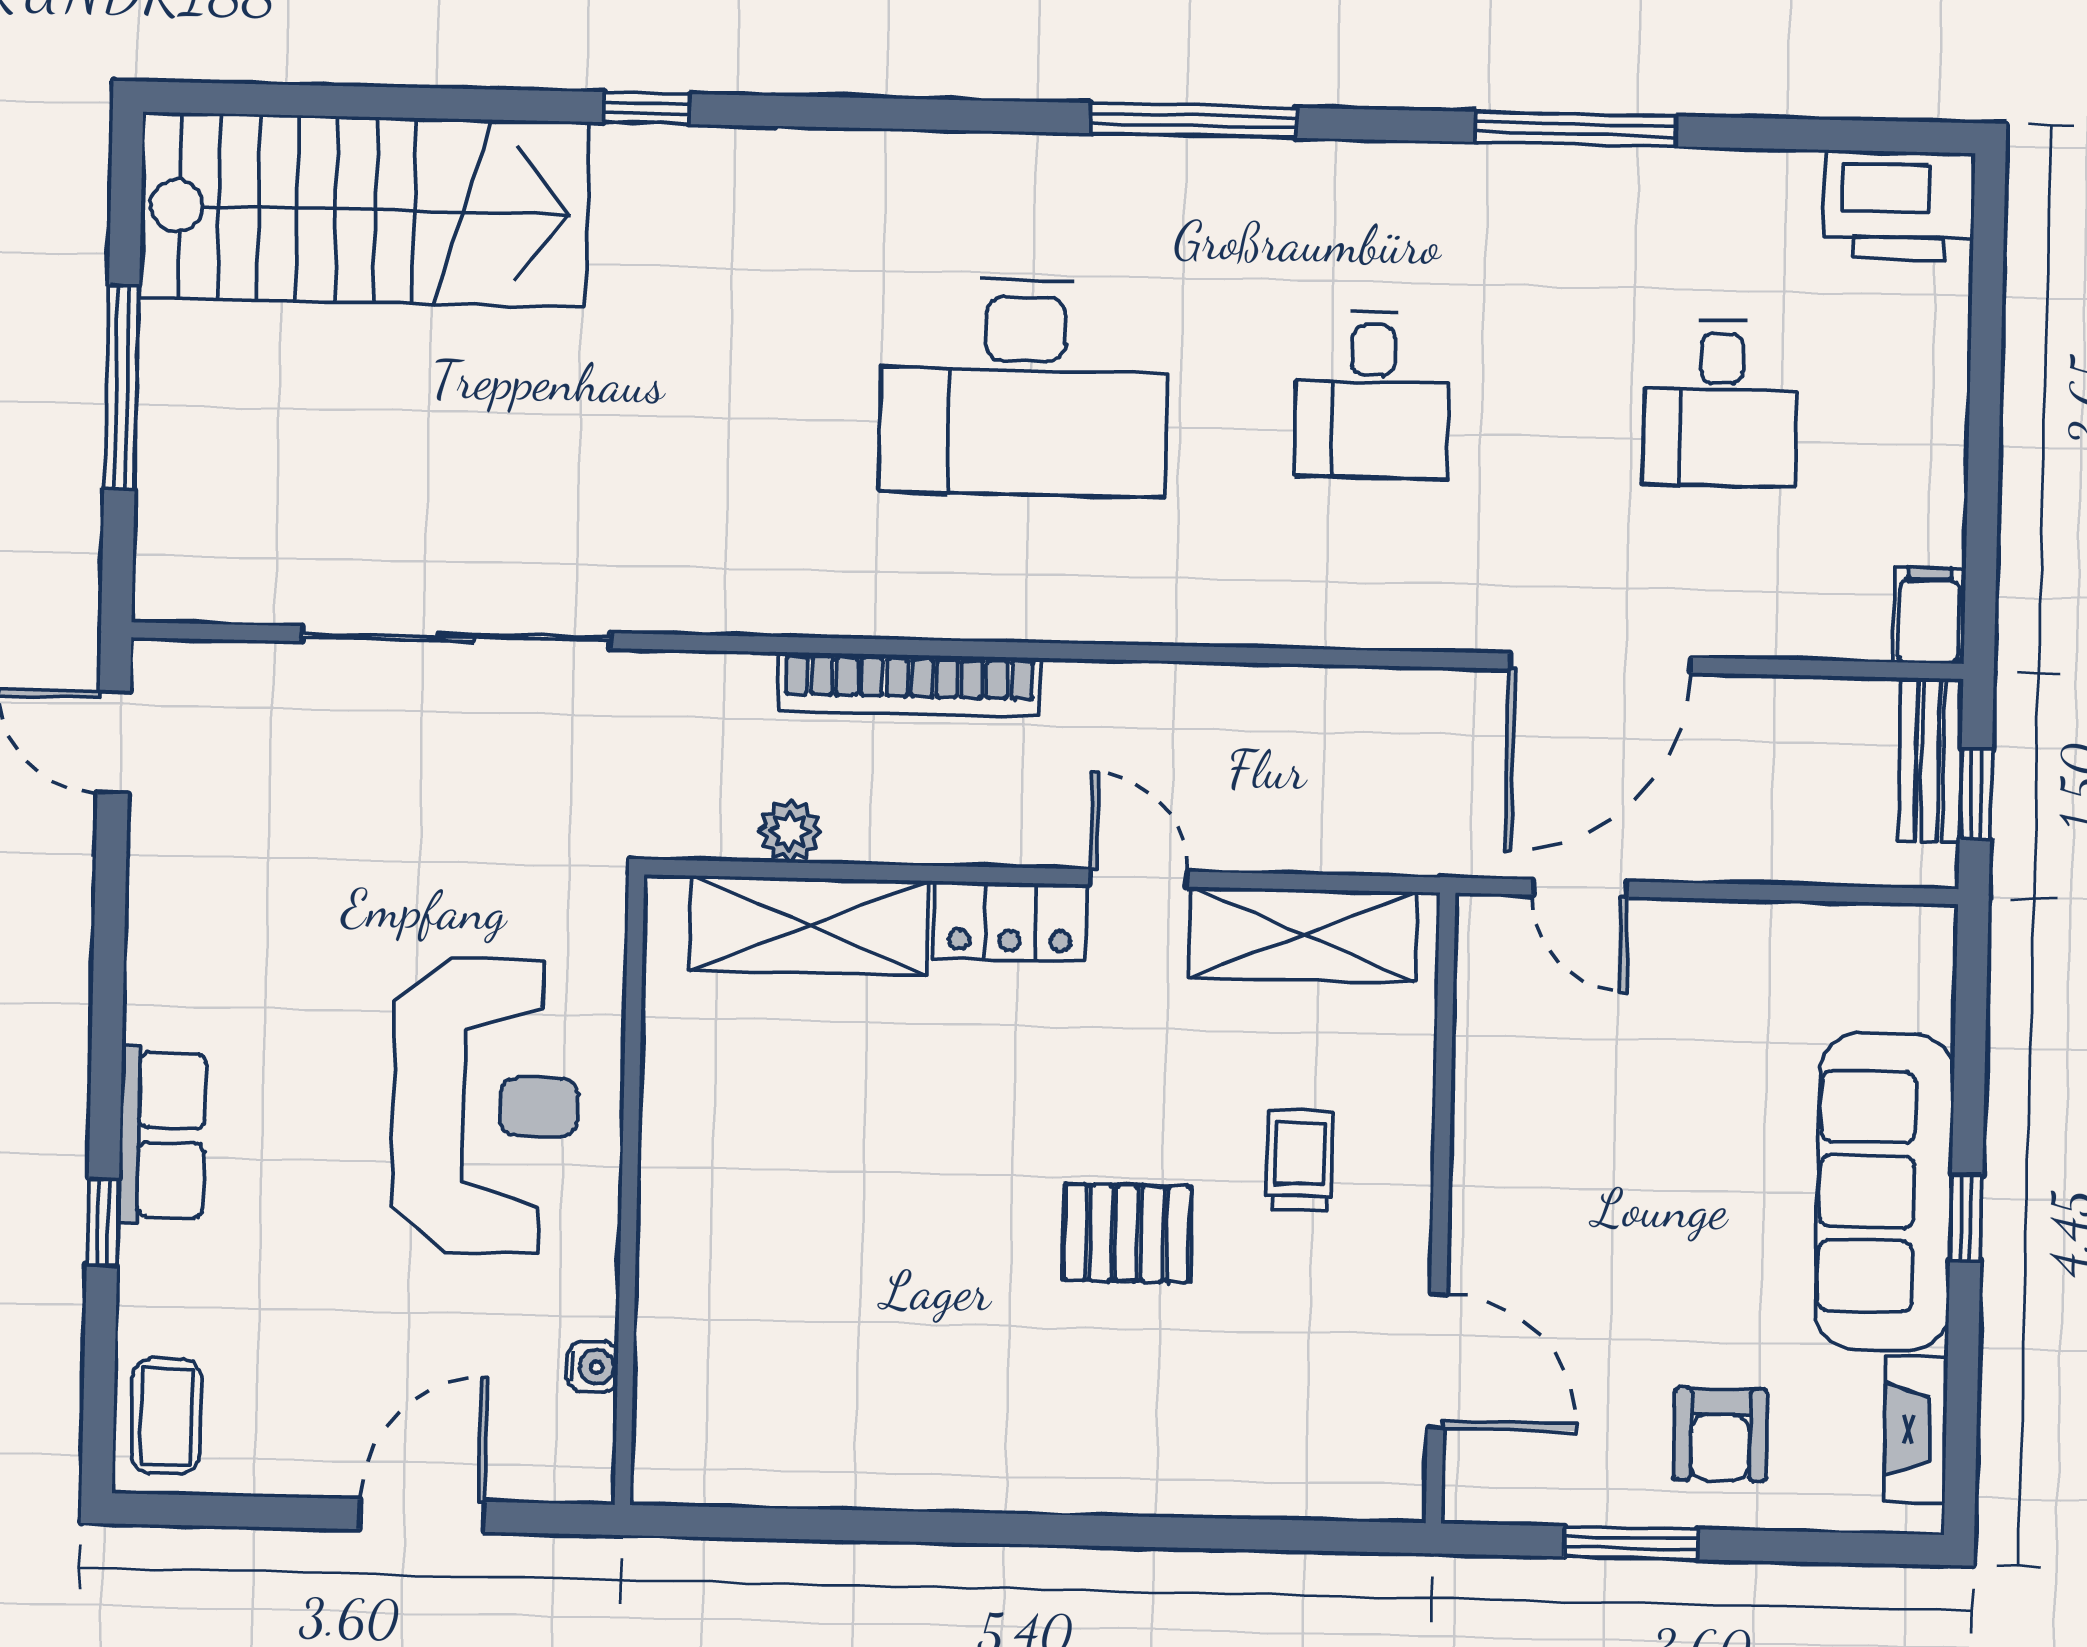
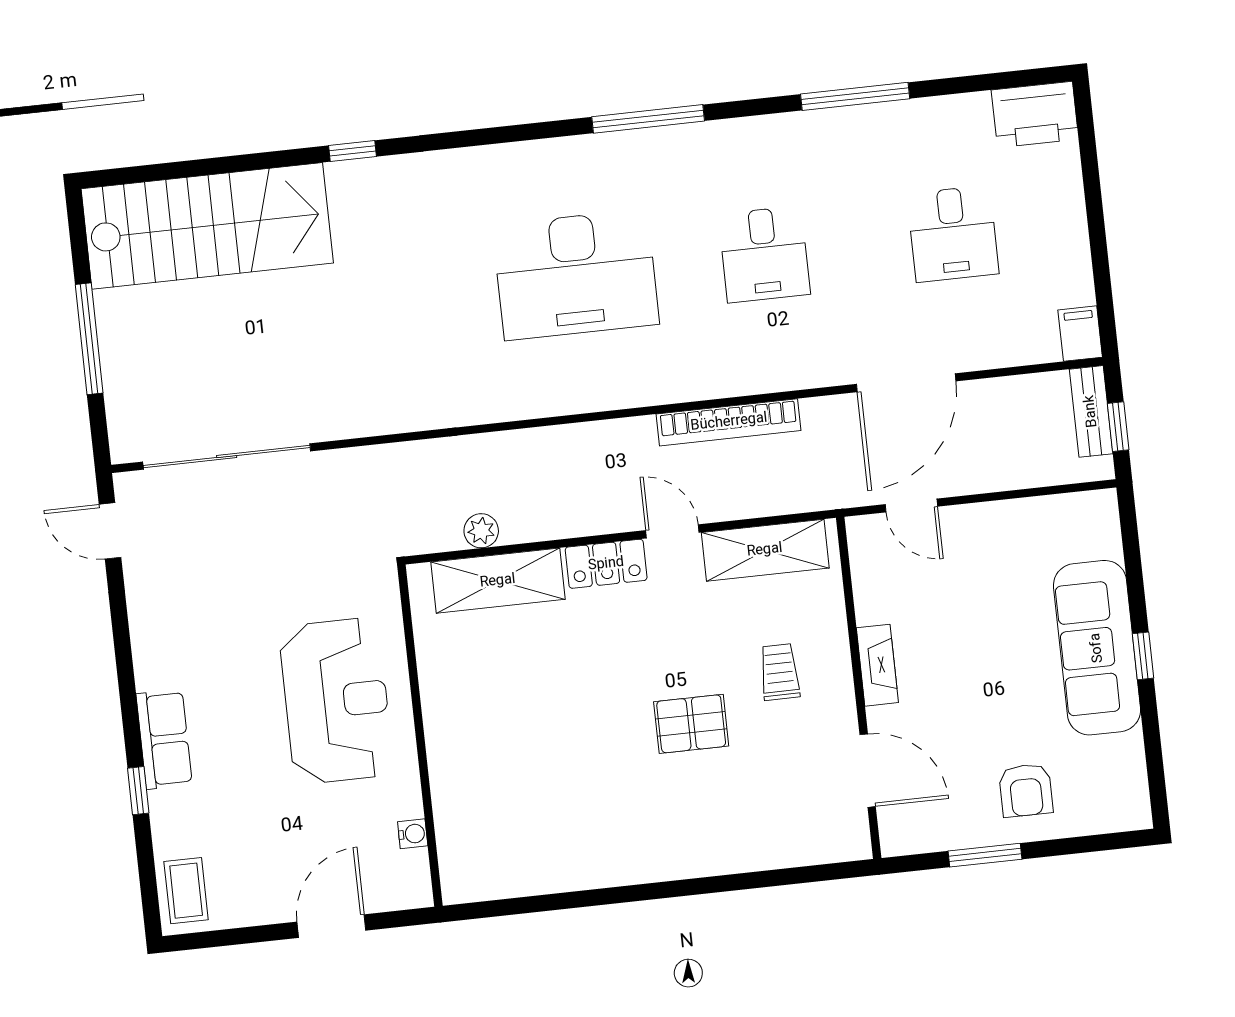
sliding door: (456, 637) -> (227, 457), moved
bookcase: (909, 685) -> (729, 422), moved
fireplace: (1915, 1430) -> (877, 665), moved, turned 180

